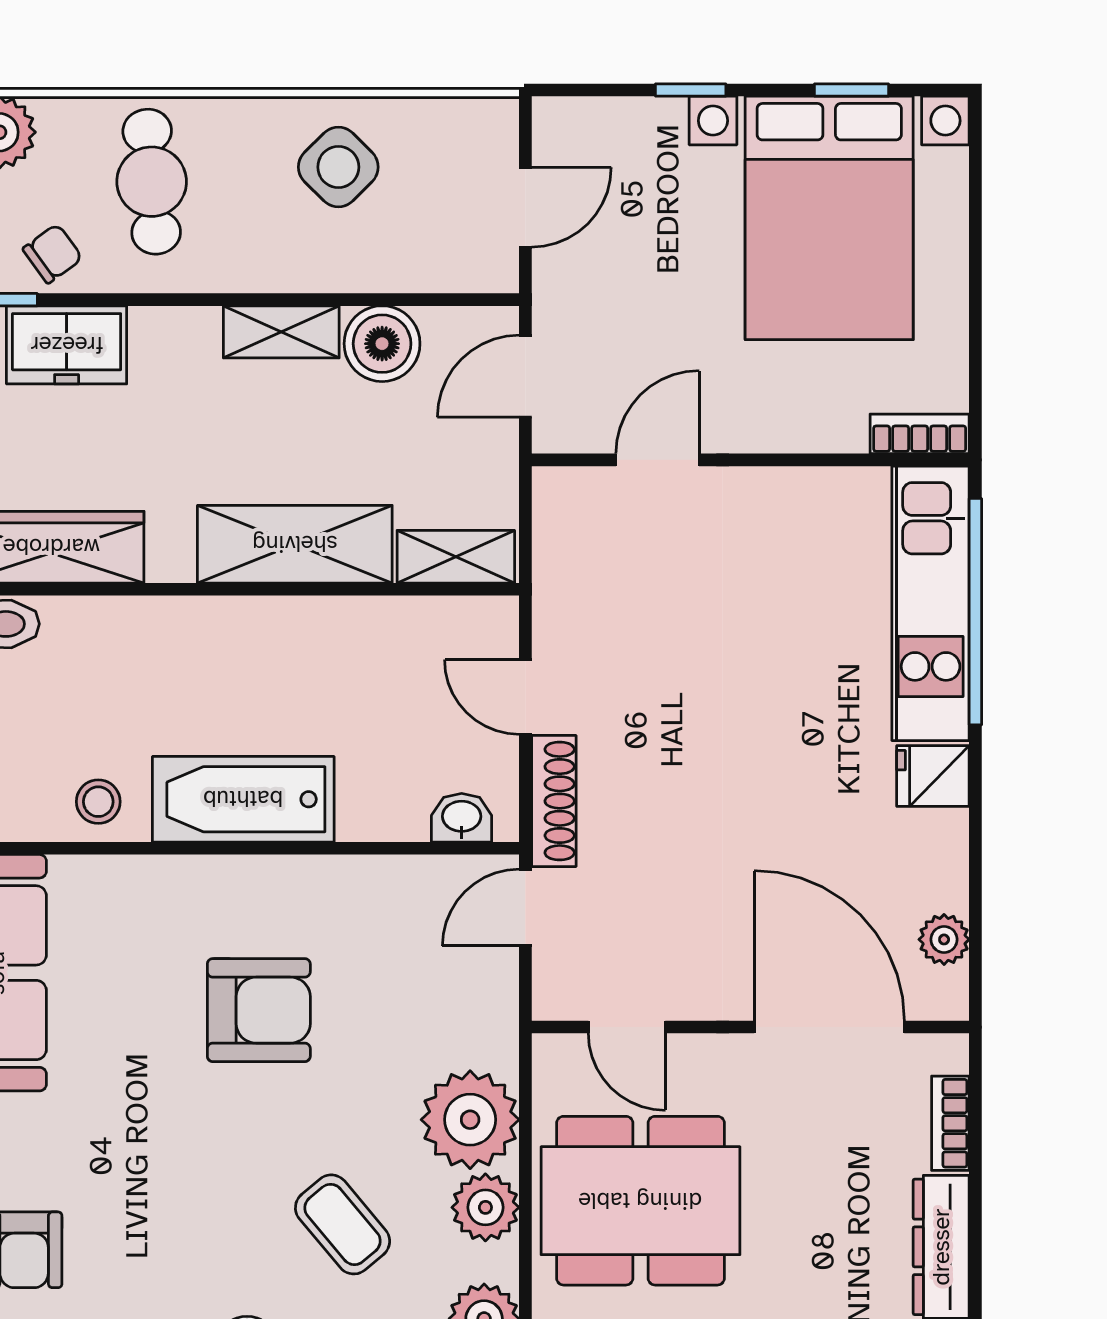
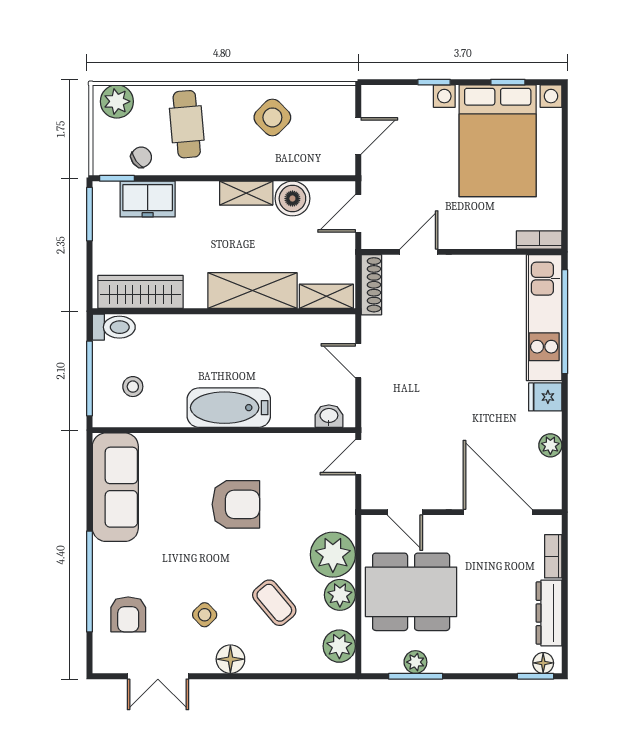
shoe rack: (554, 801) -> (371, 285), moved
stool: (98, 802) -> (133, 387), moved
plant: (944, 939) -> (550, 445), moved
side table: (191, 1251) -> (205, 615), added

